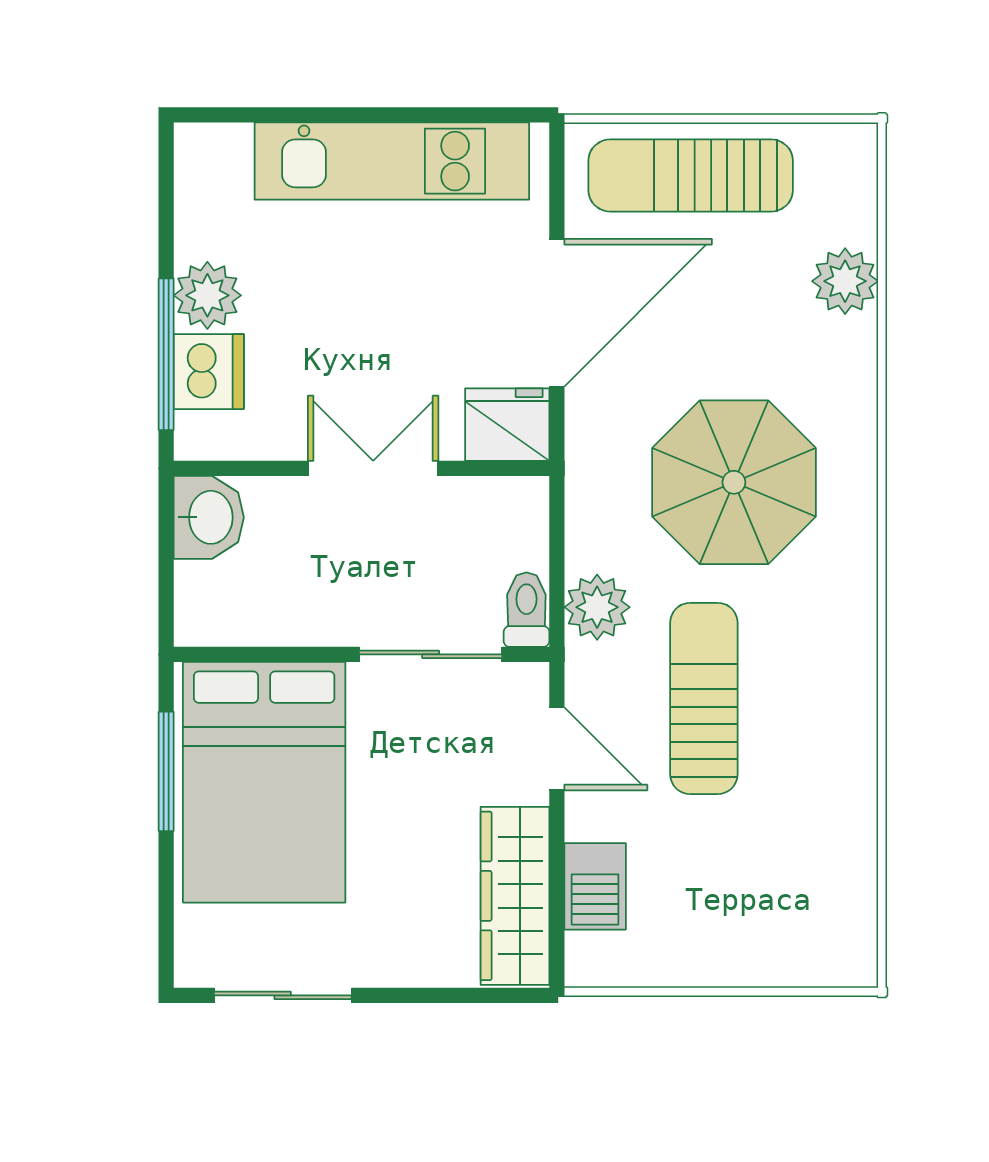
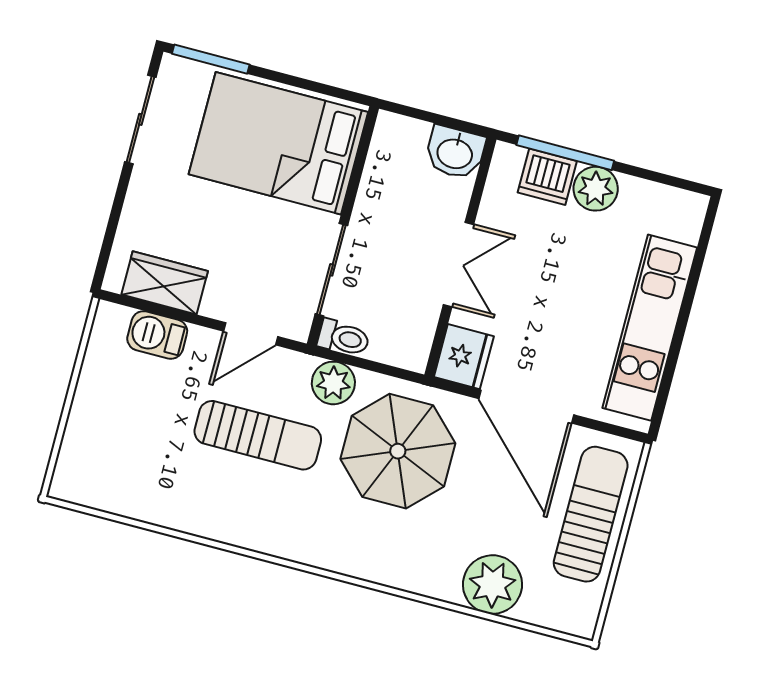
plant: (845, 281) -> (492, 585), width x1.36, depth x1.36
parasol: (734, 482) -> (398, 451), moved
window: (166, 771) -> (211, 59), moved
wardrobe: (515, 896) -> (165, 283), width x0.67

